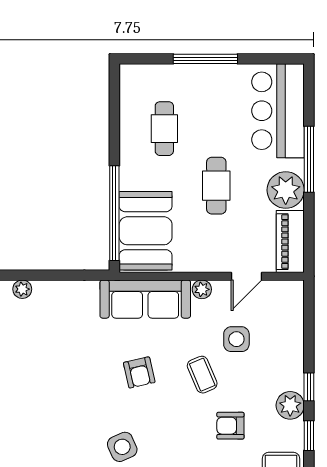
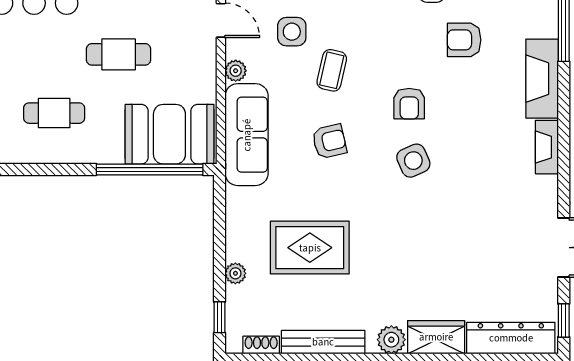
rug: (45, 355) -> (310, 248), added
coffee table: (202, 375) -> (332, 70), turned -54
armchair: (230, 426) -> (409, 104), moved

